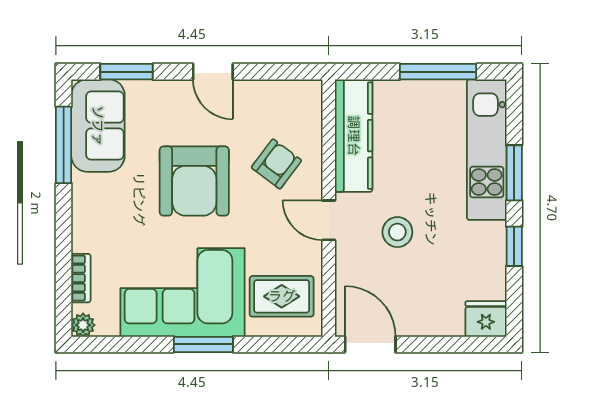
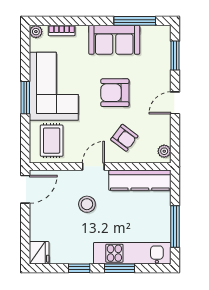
plant: (301, 91) -> (164, 151), added
sofa: (98, 126) -> (114, 40), moved
armchair: (194, 181) -> (115, 93), width x0.73, depth x0.73

